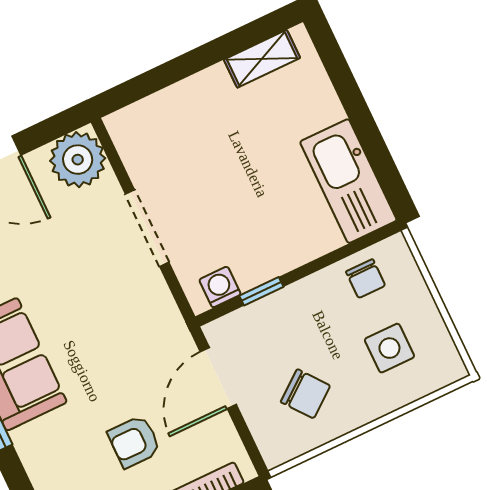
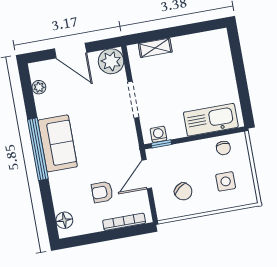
shelving: (262, 59) -> (155, 48), moved
kitchen sink: (348, 181) -> (211, 120), moved, turned 90
window: (261, 291) -> (161, 144), moved

